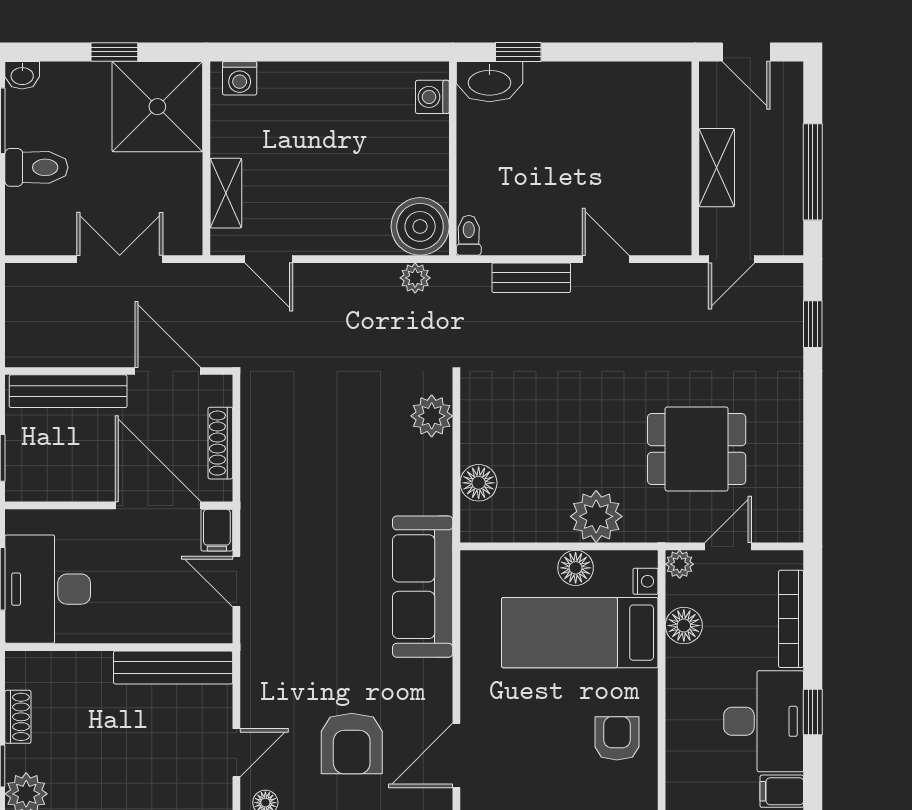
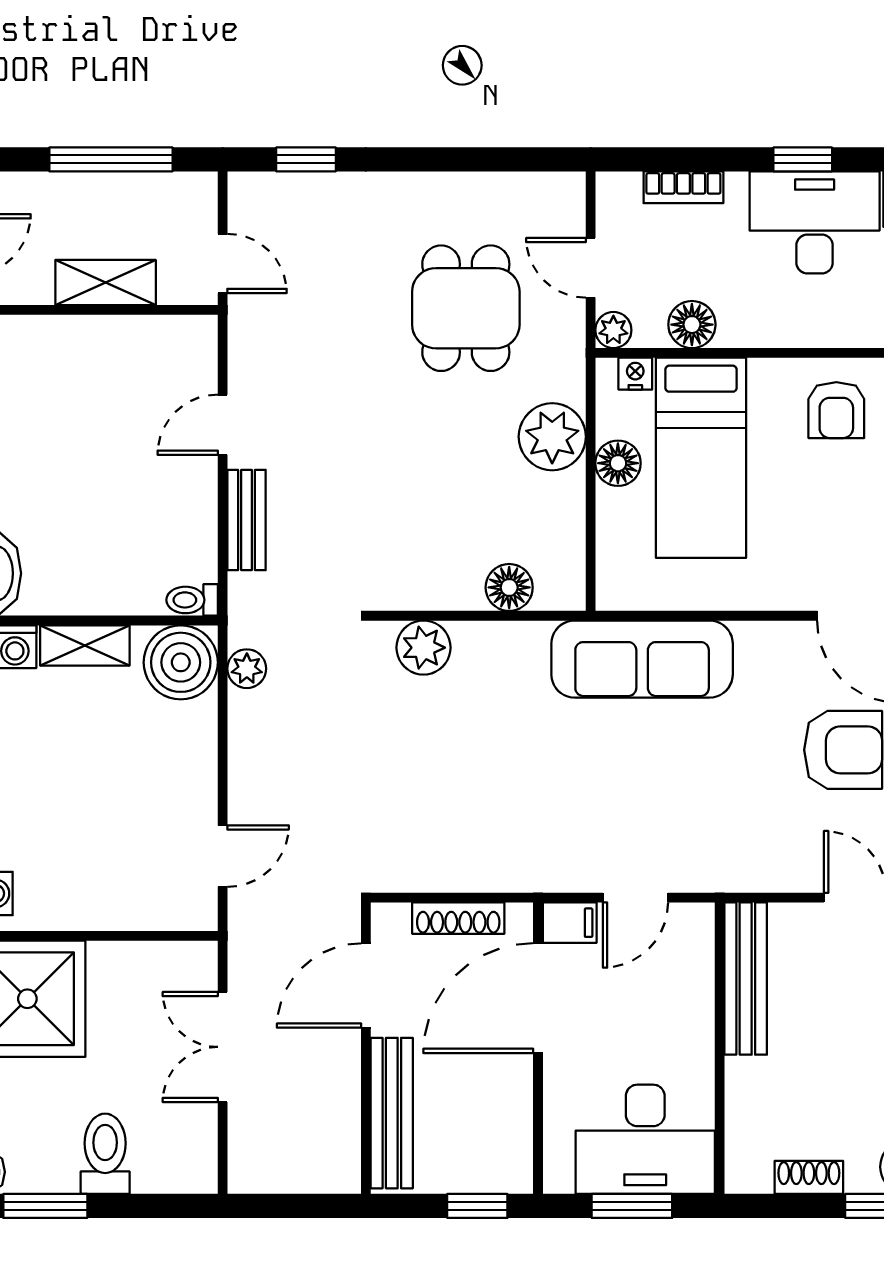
shelving: (226, 193) -> (85, 645), moved
bookcase: (791, 619) -> (683, 187), width x0.64
armchair: (617, 738) -> (836, 410), turned -90

